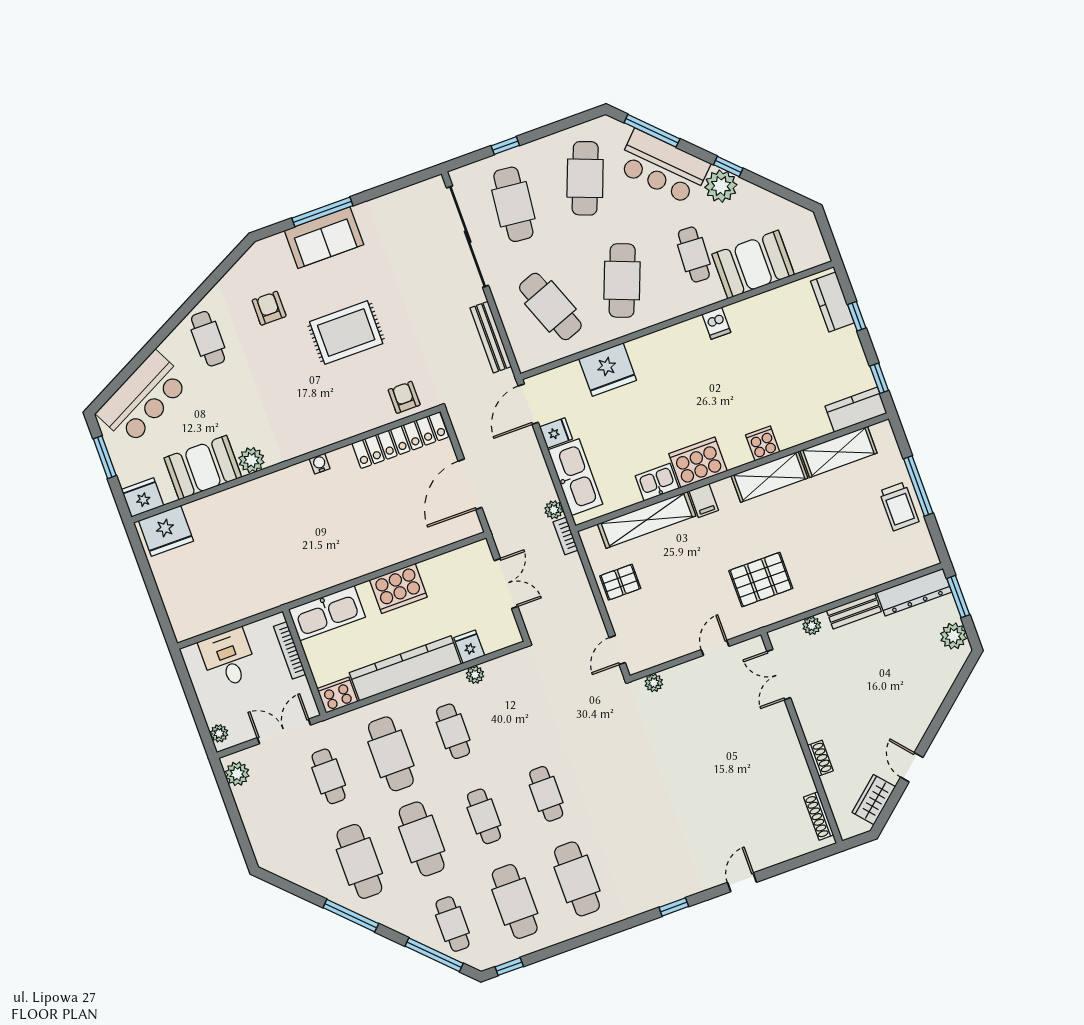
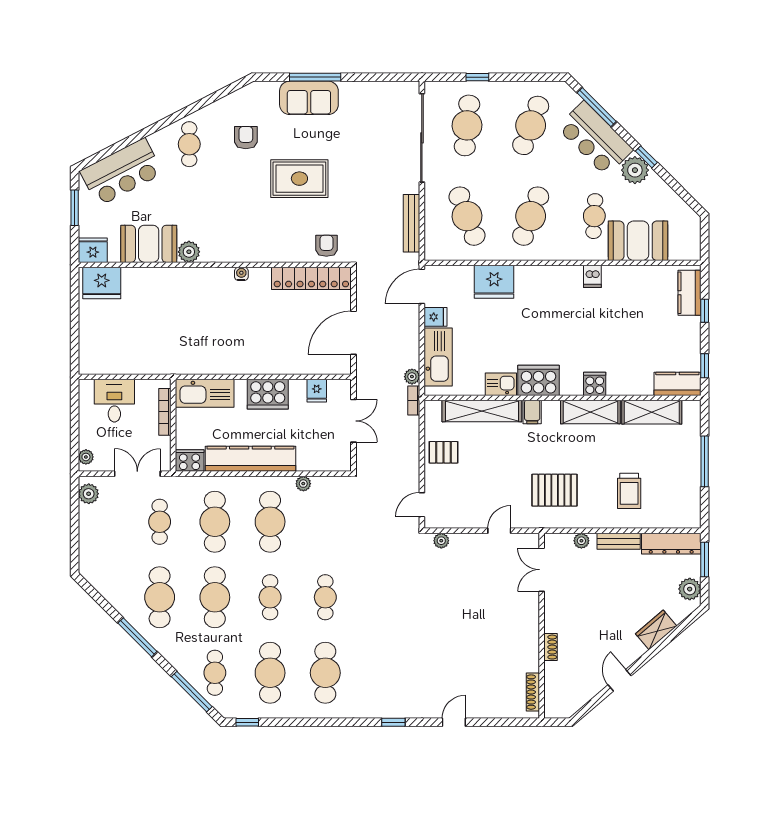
trolley: (899, 506) -> (629, 491), moved
fridge: (469, 647) -> (317, 391), moved, turned 180
cafe table: (453, 731) -> (270, 522), width x1.37, depth x1.35
wardrobe: (874, 800) -> (656, 630), moved

